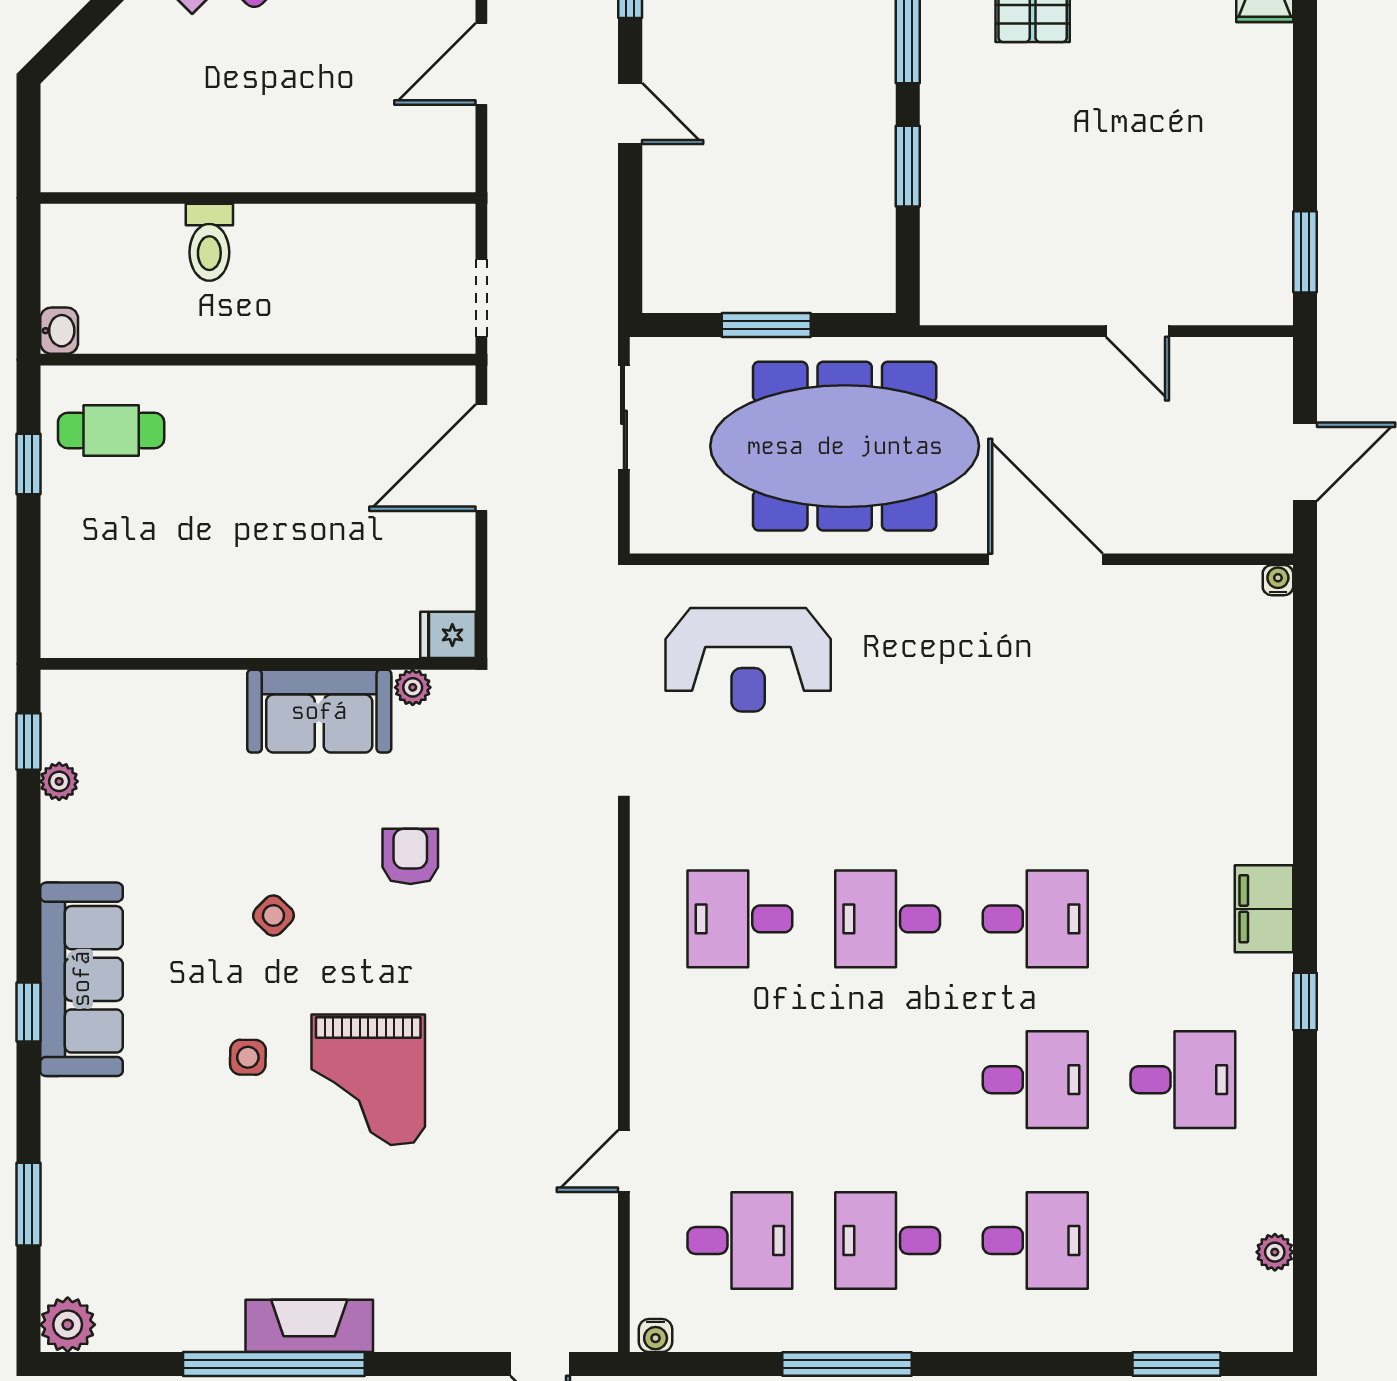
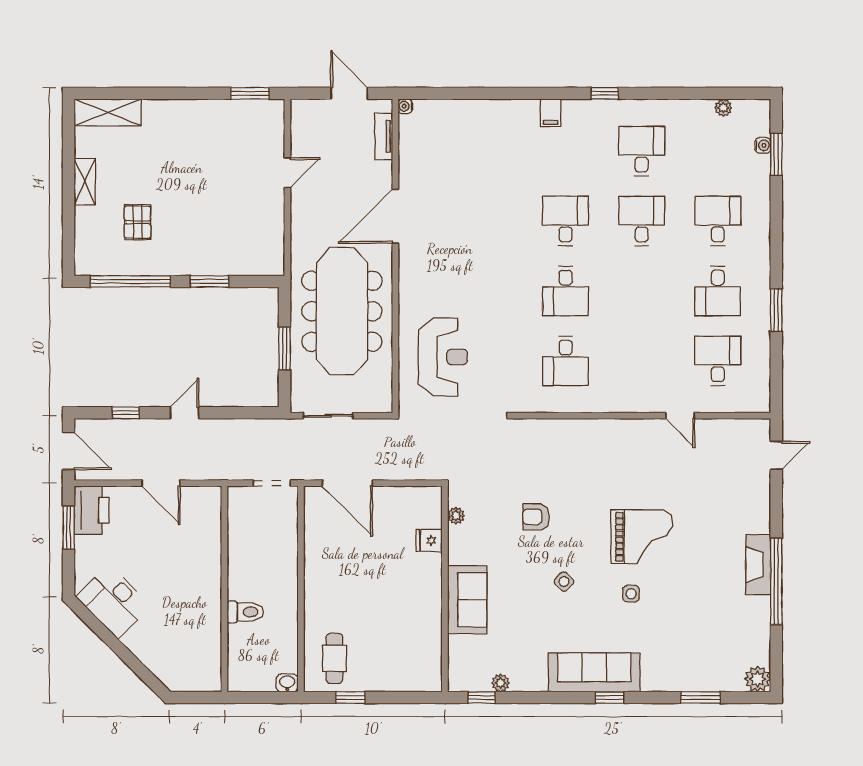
tv unit: (1214, 535) -> (384, 136), added
fridge: (448, 635) -> (429, 540), moved, turned 90
sofa: (319, 711) -> (467, 600), moved
filing cabinet: (1264, 909) -> (550, 113), width x0.50
water cooler: (656, 1335) -> (763, 145), moved
window: (847, 1364) -> (776, 310), width x0.69

